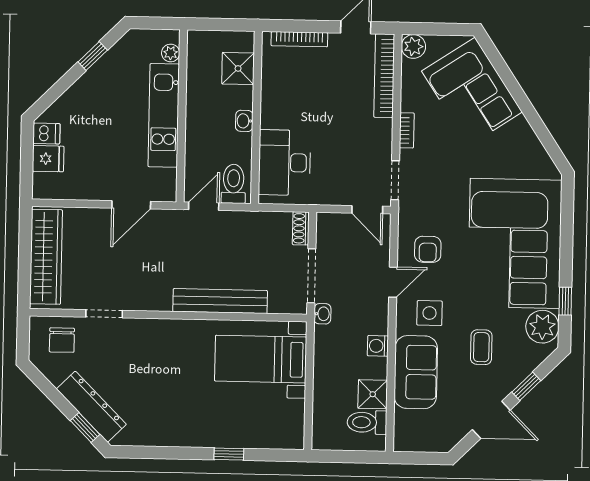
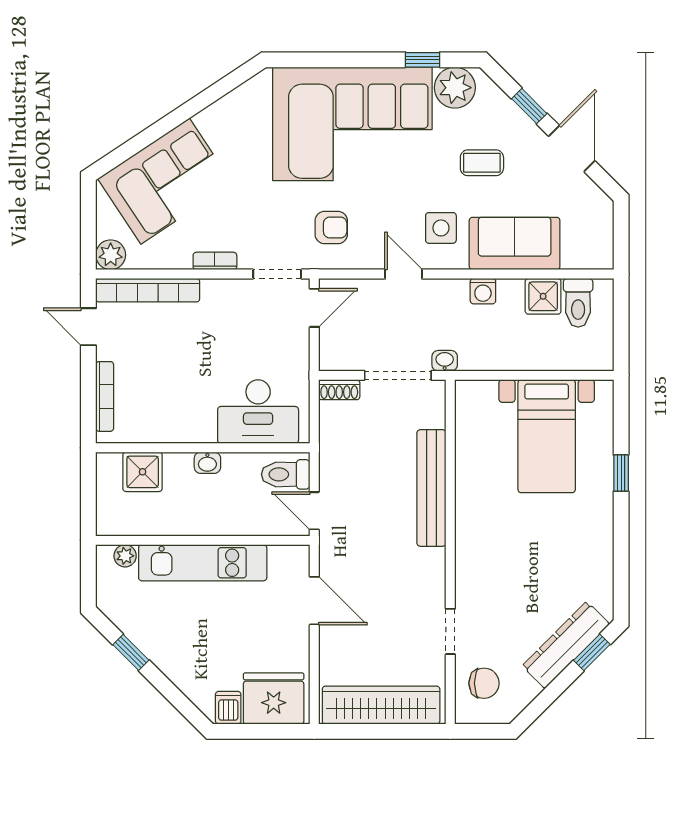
fridge: (48, 159) -> (274, 698), width x1.88, depth x1.34
armchair: (428, 249) -> (331, 228), moved
bed with nightstands: (261, 359) -> (547, 436), moved

